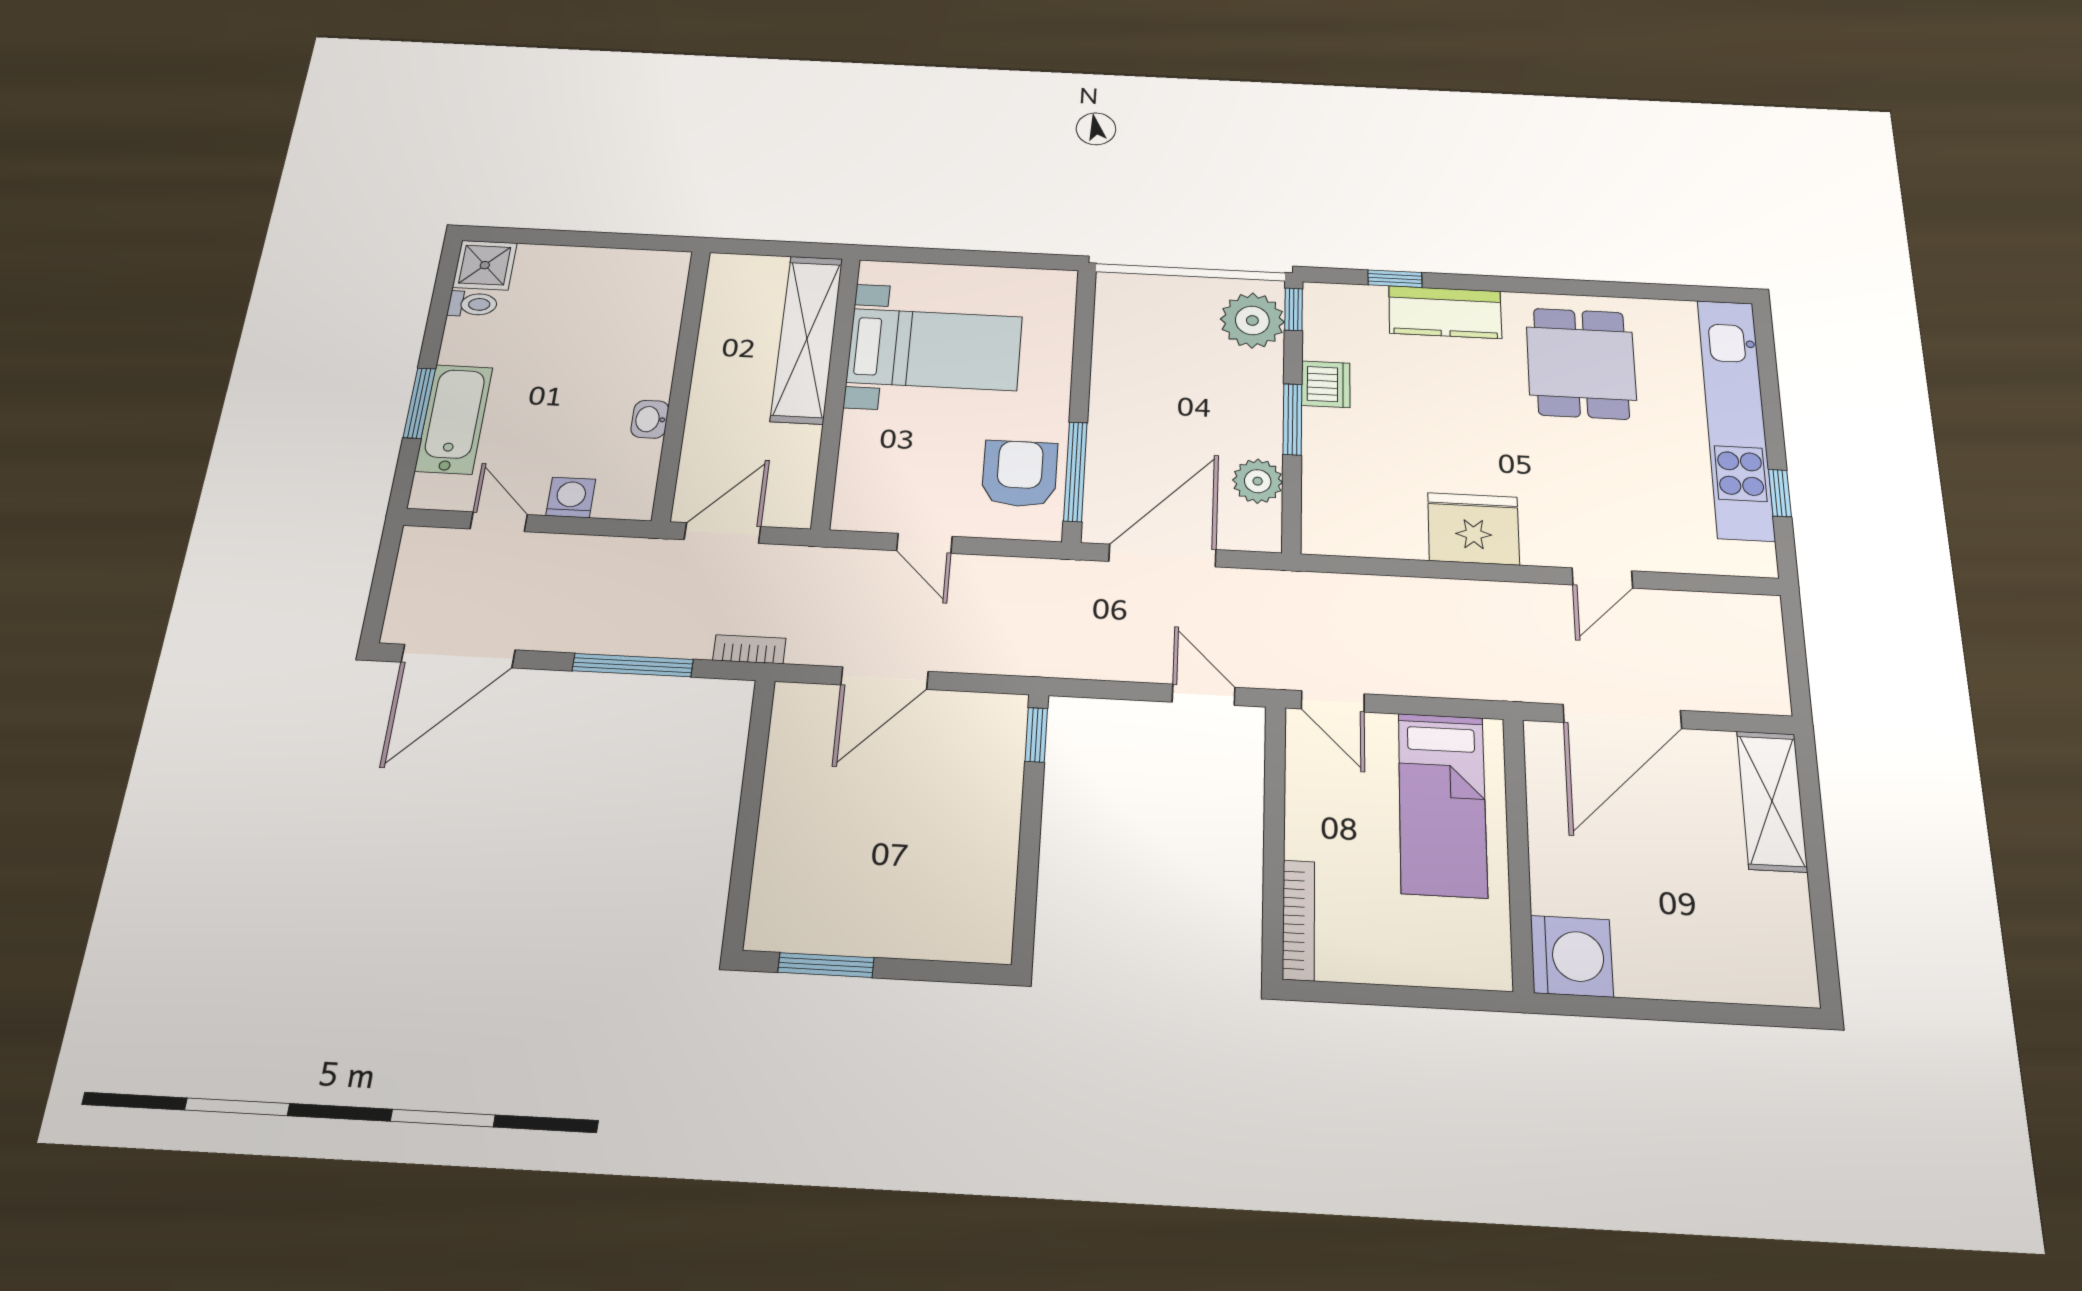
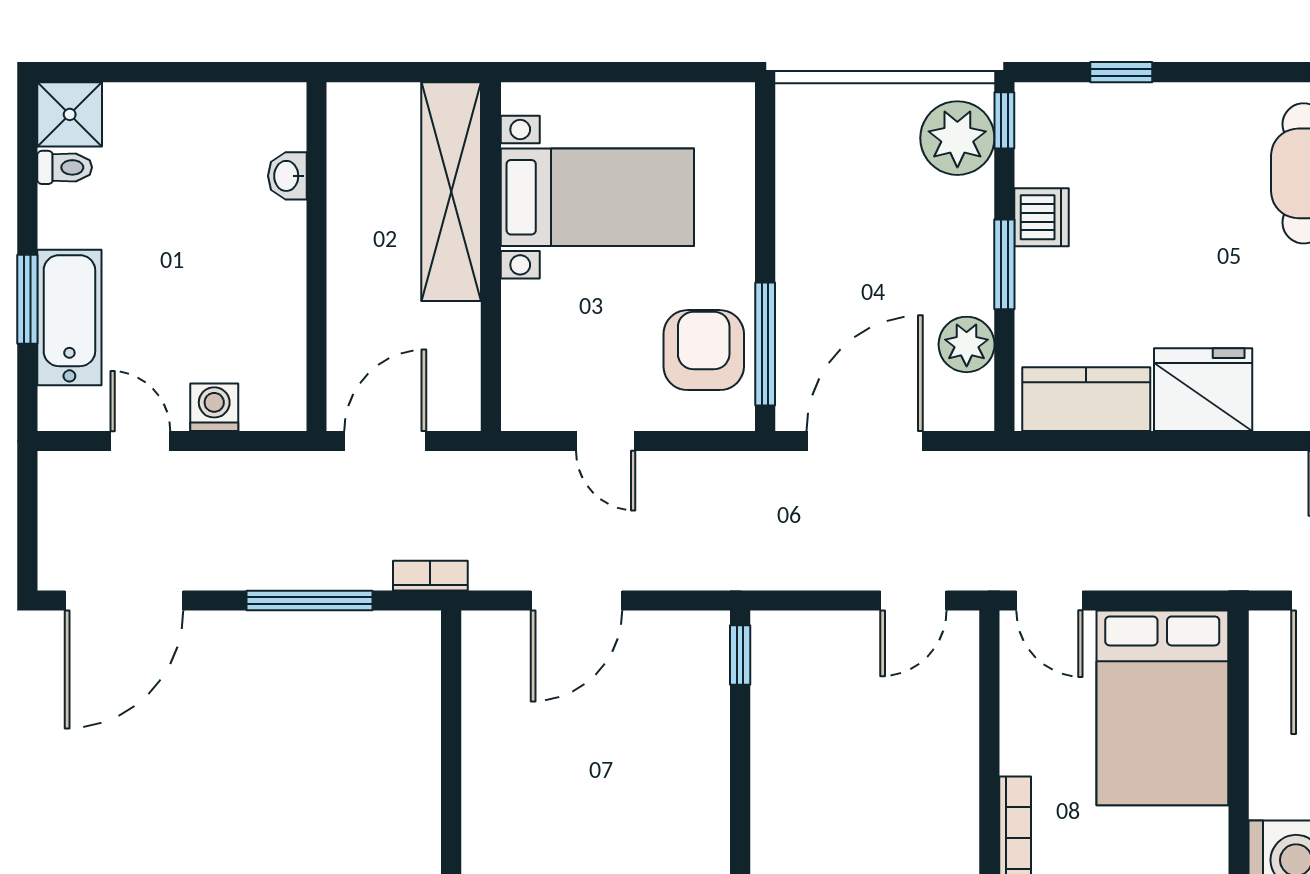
kitchen counter: (1445, 312) -> (1086, 399), moved, turned 180
washbasin: (650, 419) -> (287, 176), moved
door: (1204, 695) -> (913, 601), swing flipped
bed: (1442, 804) -> (1162, 708), width x1.50

